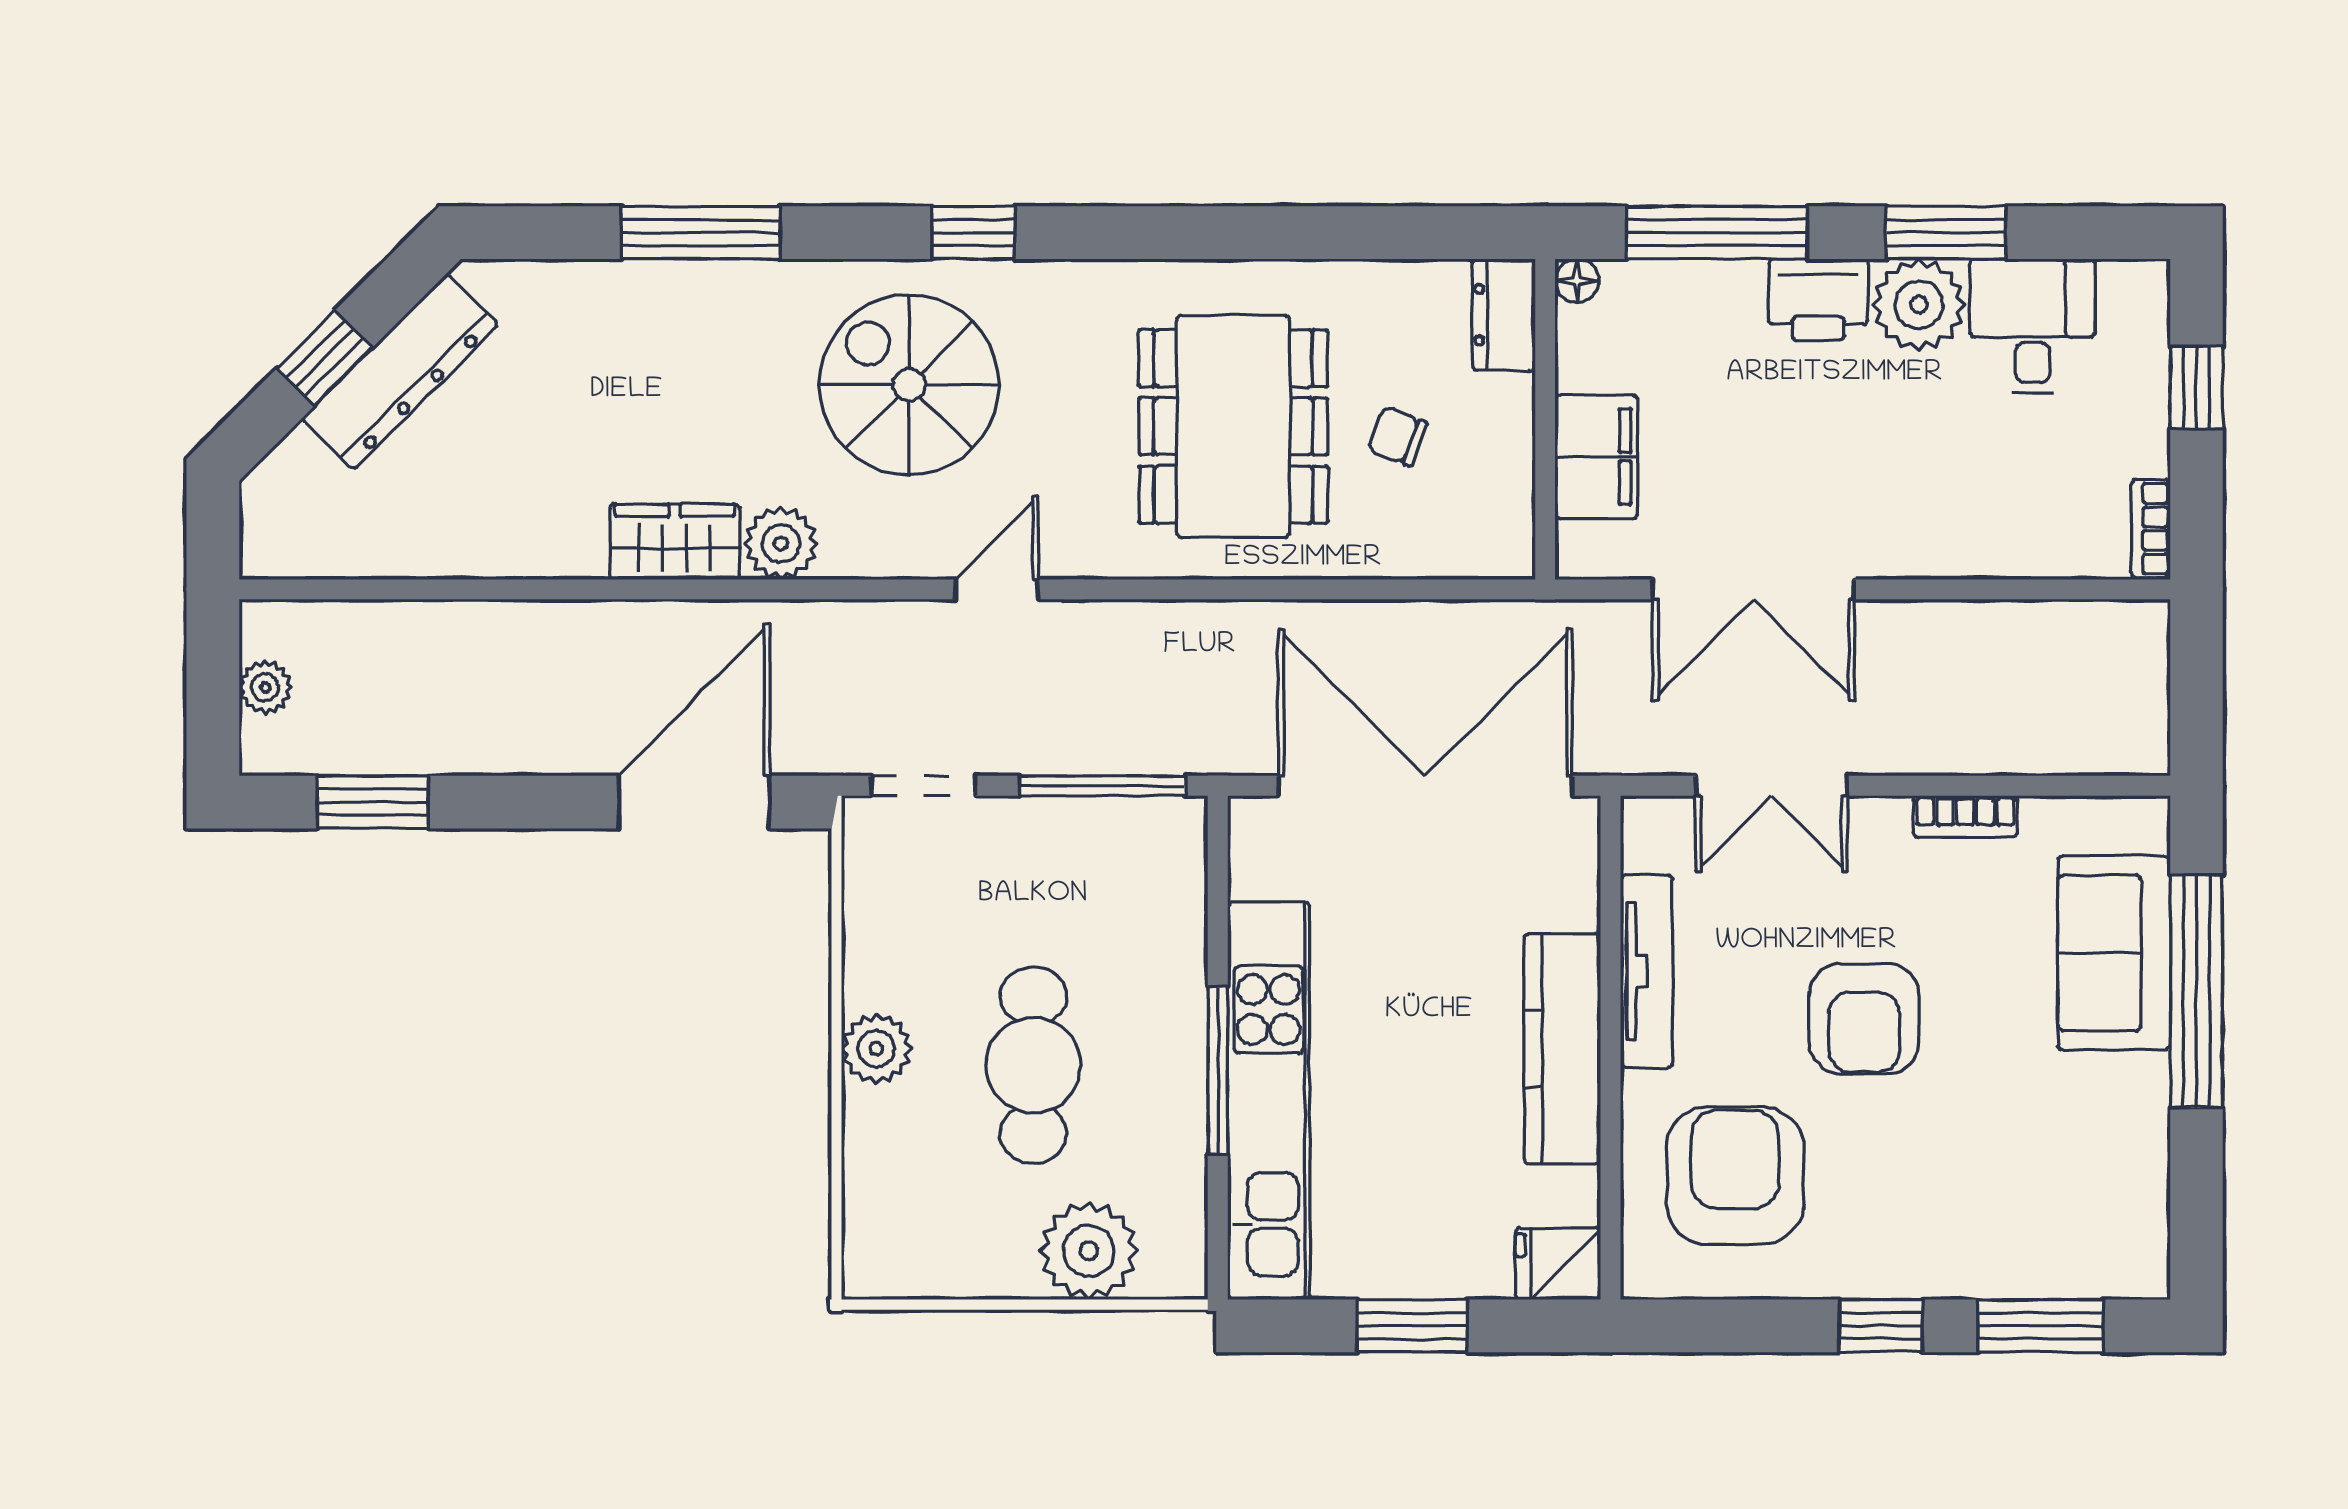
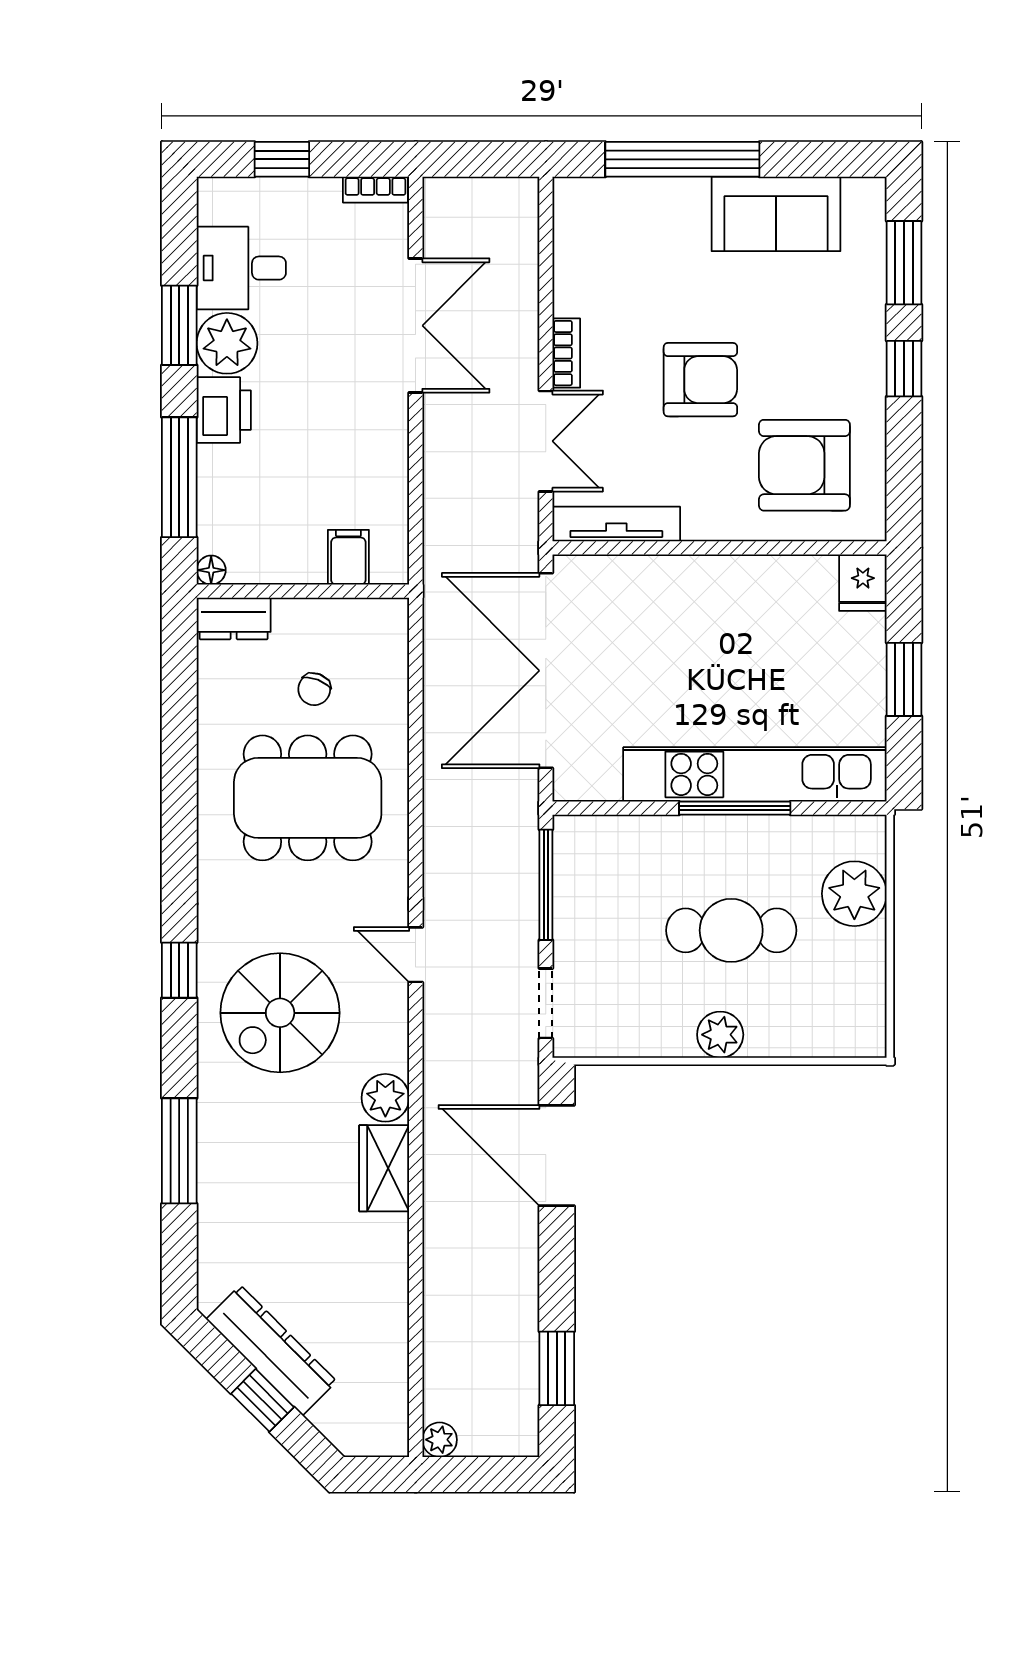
filing cabinet: (1596, 457) -> (348, 557), width x0.50
double door: (1753, 589) -> (416, 326), moved
plant: (265, 687) -> (440, 1440), moved
bookcase: (1965, 817) -> (566, 353), moved
sofa: (2114, 953) -> (776, 214), moved
tv unit: (1646, 971) -> (616, 524), moved
kitchen counter: (1562, 1049) -> (720, 580), removed

